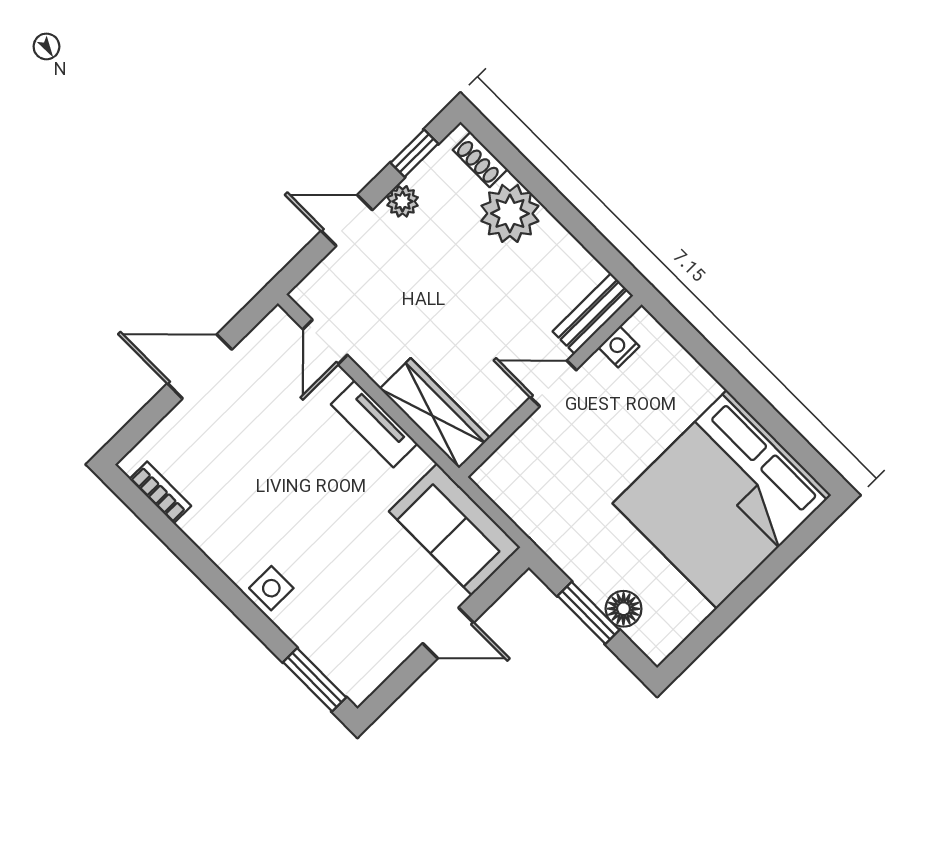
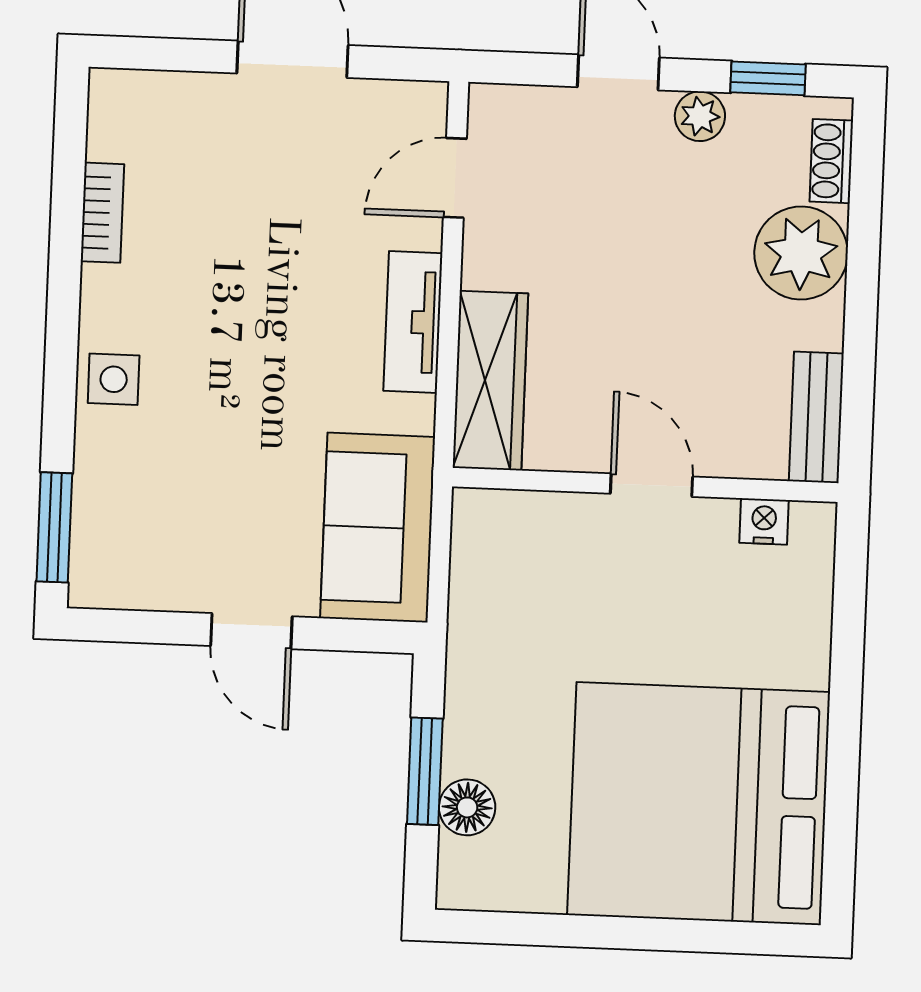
bench: (593, 314) -> (816, 417), moved, turned 90
bookcase: (160, 492) -> (102, 213), moved

